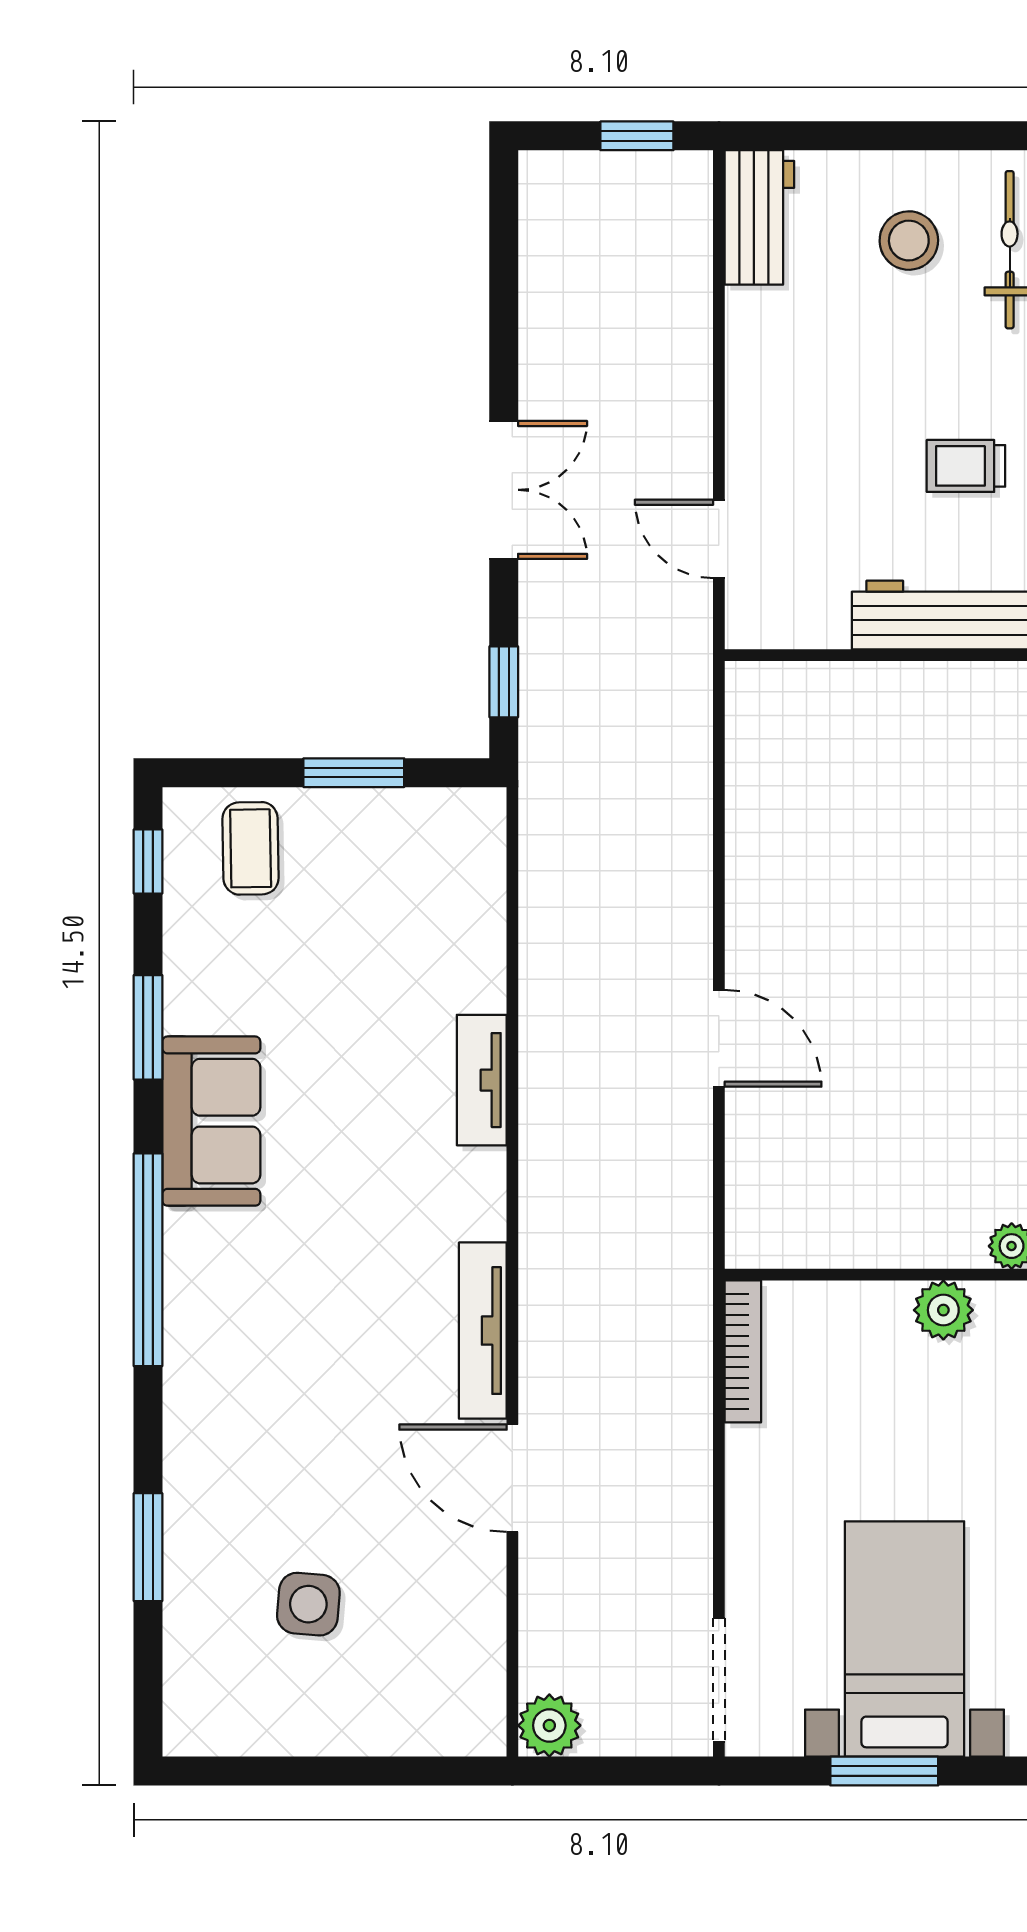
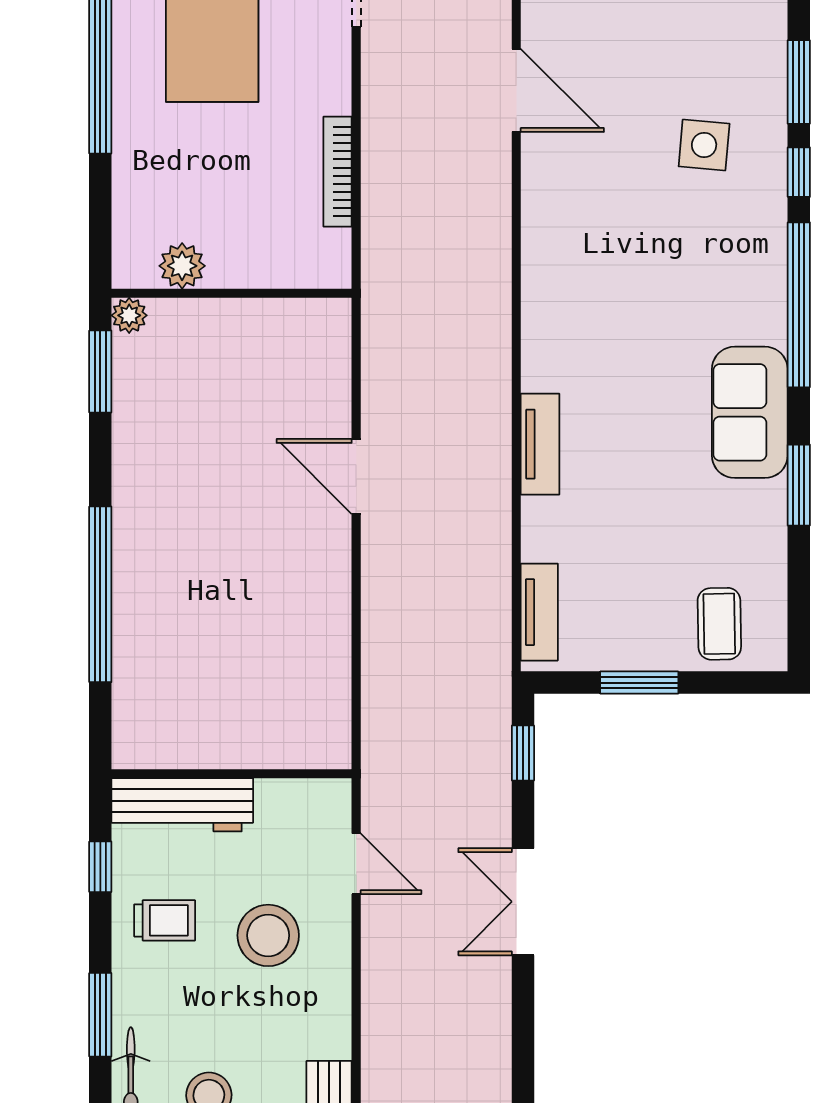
stool: (832, 446) -> (268, 935), added
window: (148, 861) -> (799, 172), moved
tv unit: (483, 1331) -> (539, 612), moved, width x0.71
bookcase: (743, 1351) -> (338, 172), moved
door: (512, 1478) -> (516, 90), moved
side table: (308, 1604) -> (704, 145), moved

